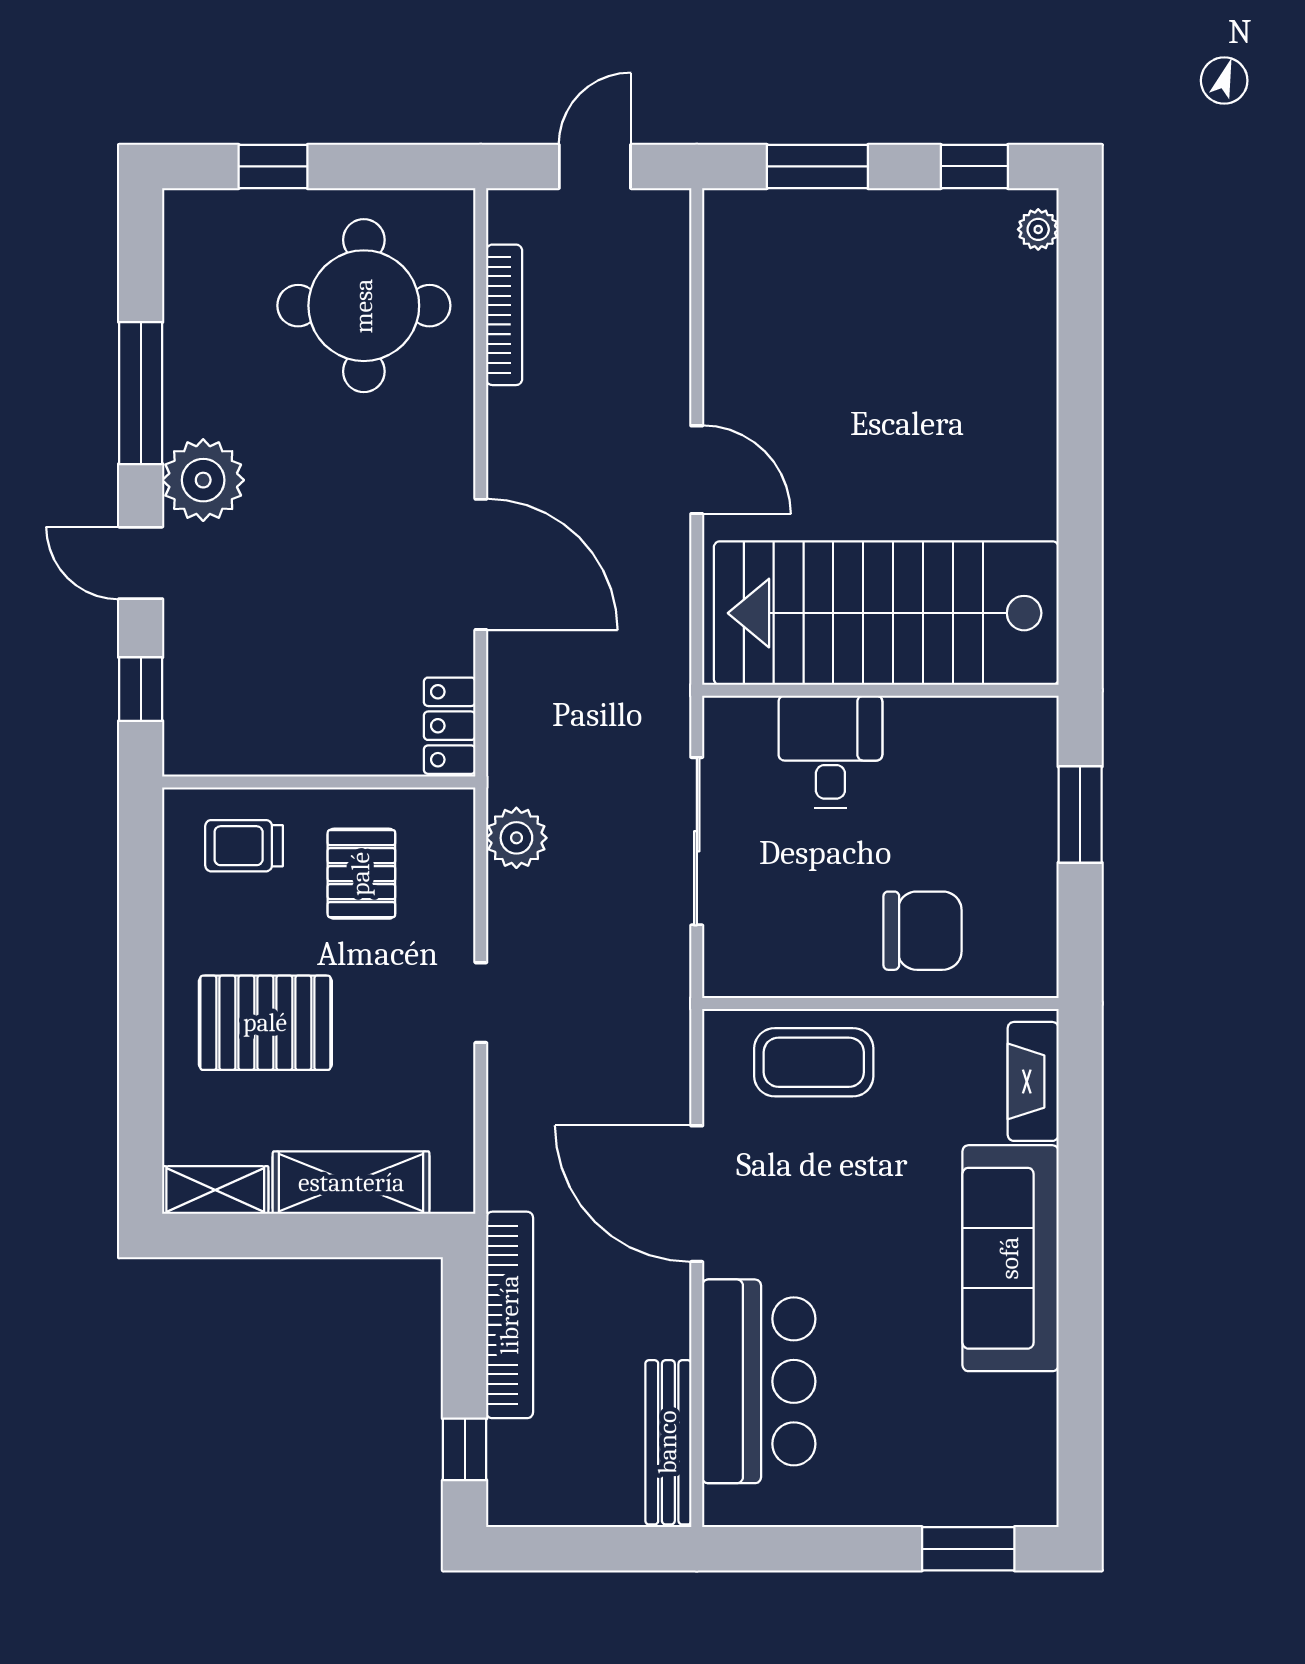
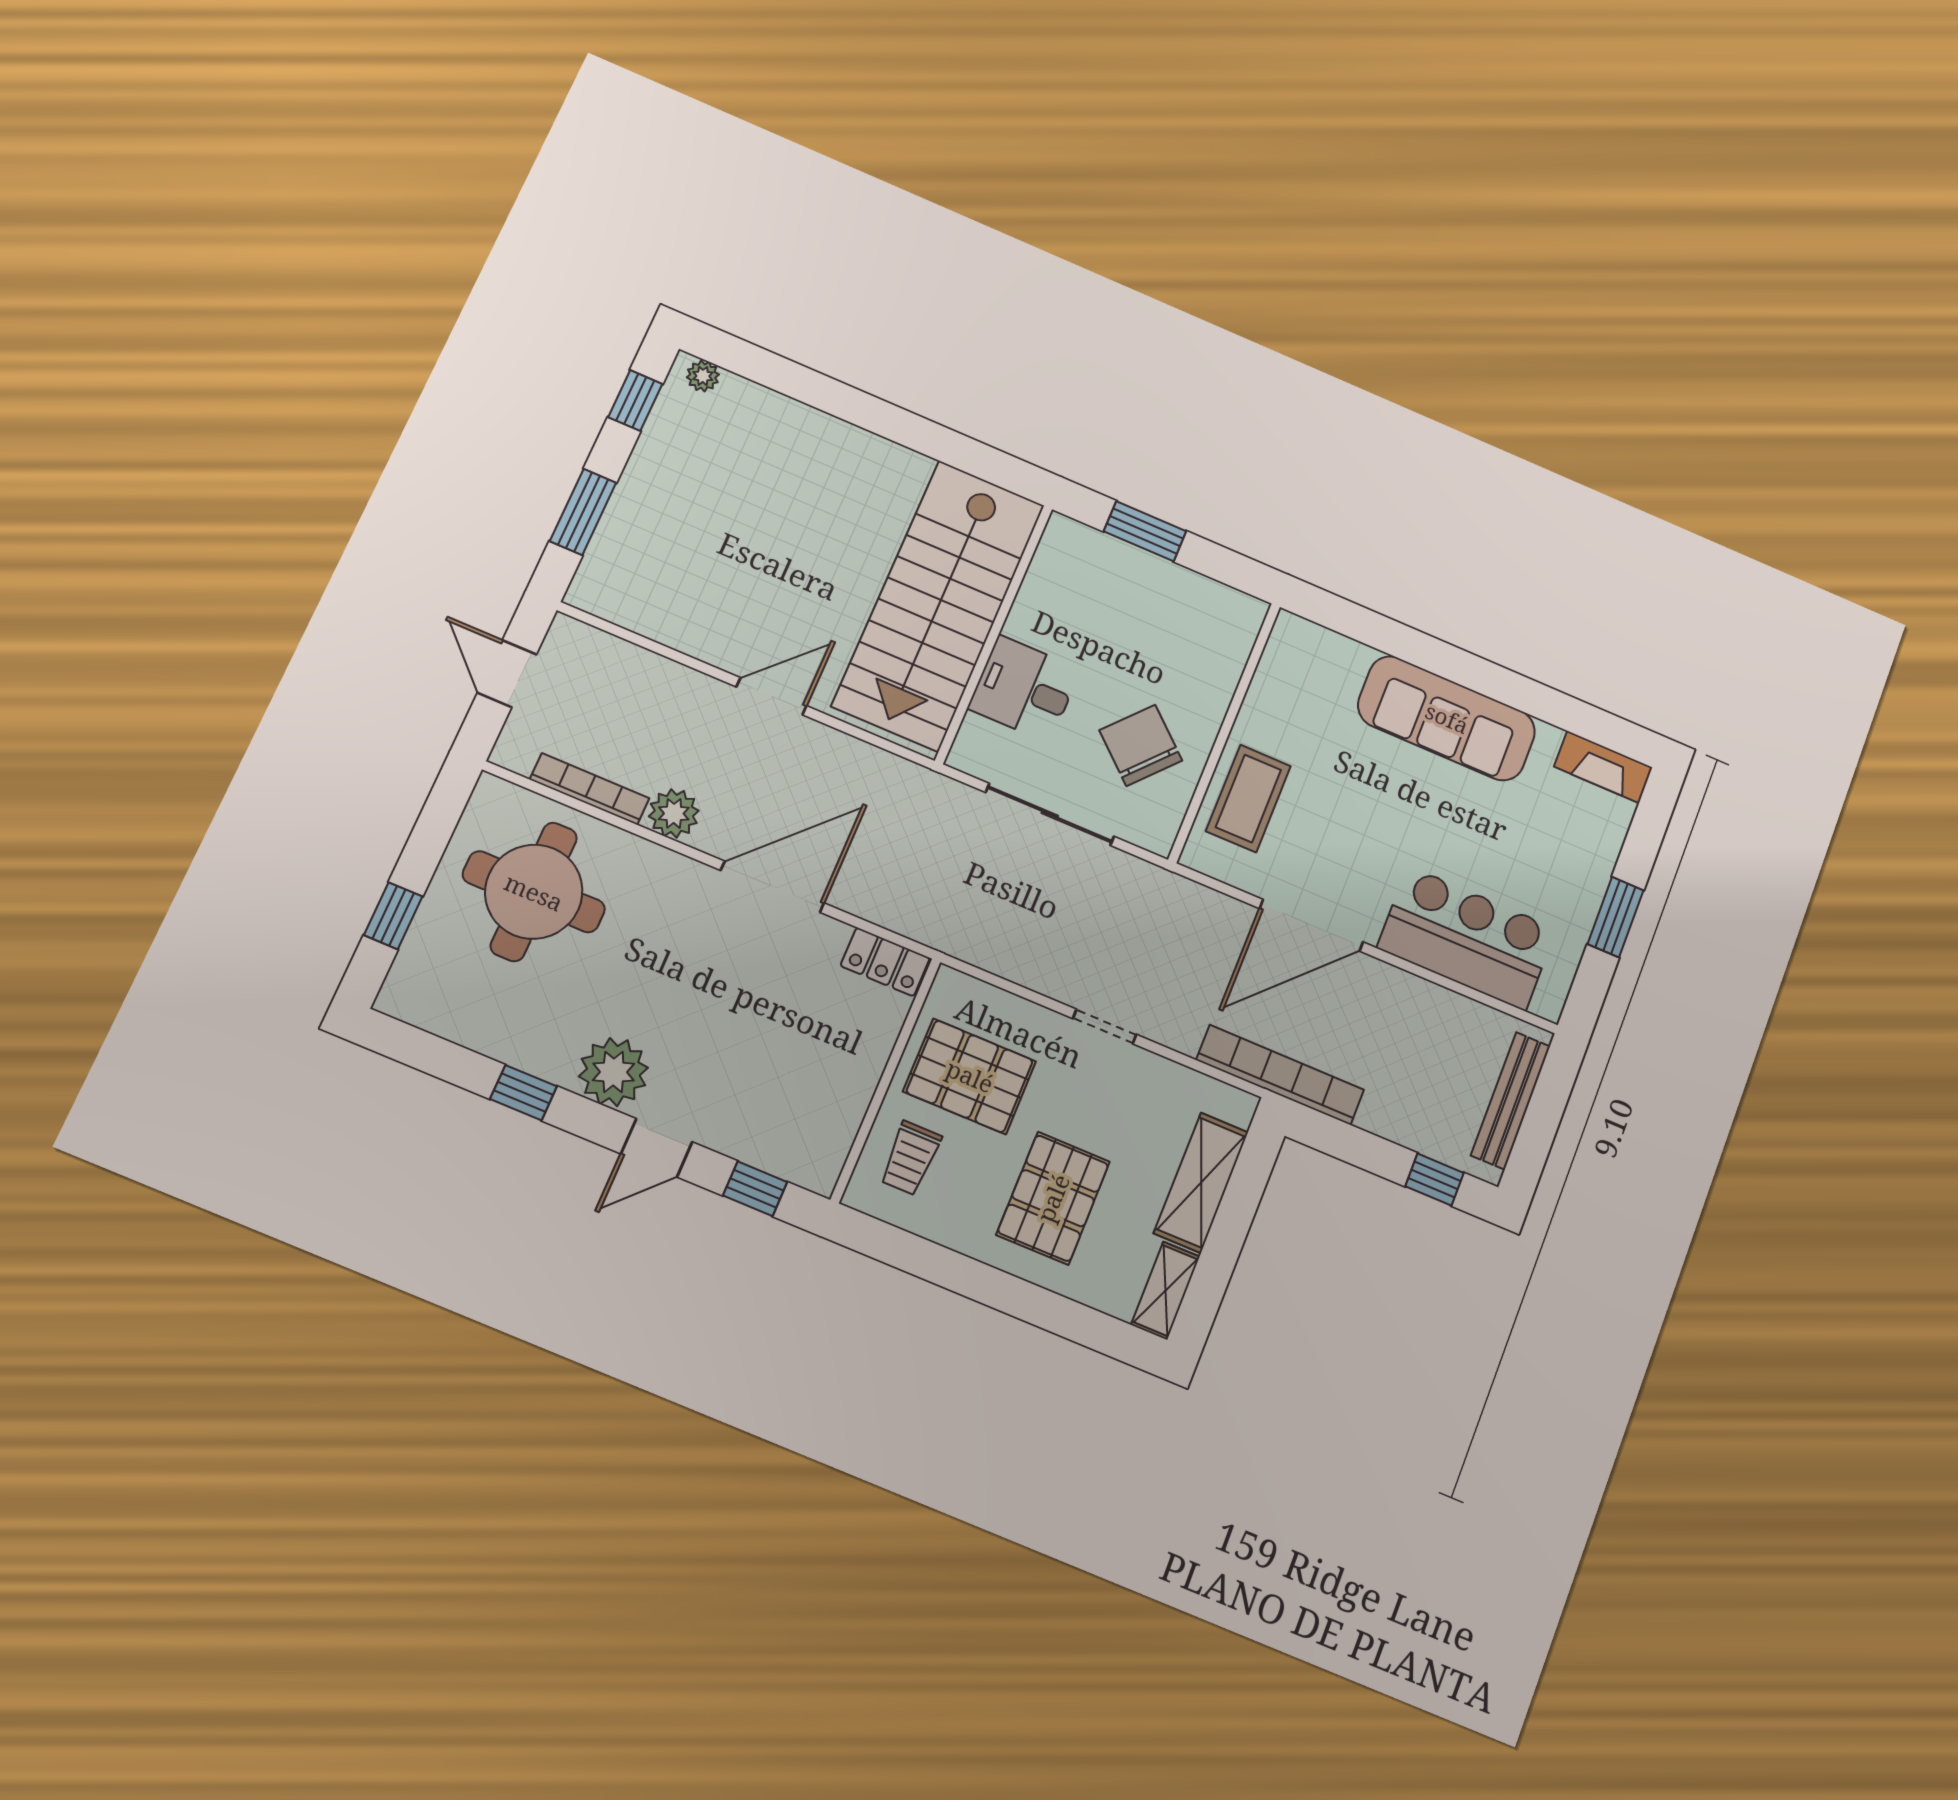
window: (141, 393) -> (523, 1093), width x0.46
plant: (516, 838) -> (674, 813), moved
pallet: (361, 874) -> (970, 1076), width x1.50, depth x1.42
chair: (923, 931) -> (1141, 745), moved, turned -48
fireplace: (1033, 1081) -> (1603, 767), moved
bookcase: (510, 1315) -> (1280, 1075), moved
bench: (668, 1442) -> (1511, 1101), moved, turned 90
window: (968, 1549) -> (1616, 917), moved

